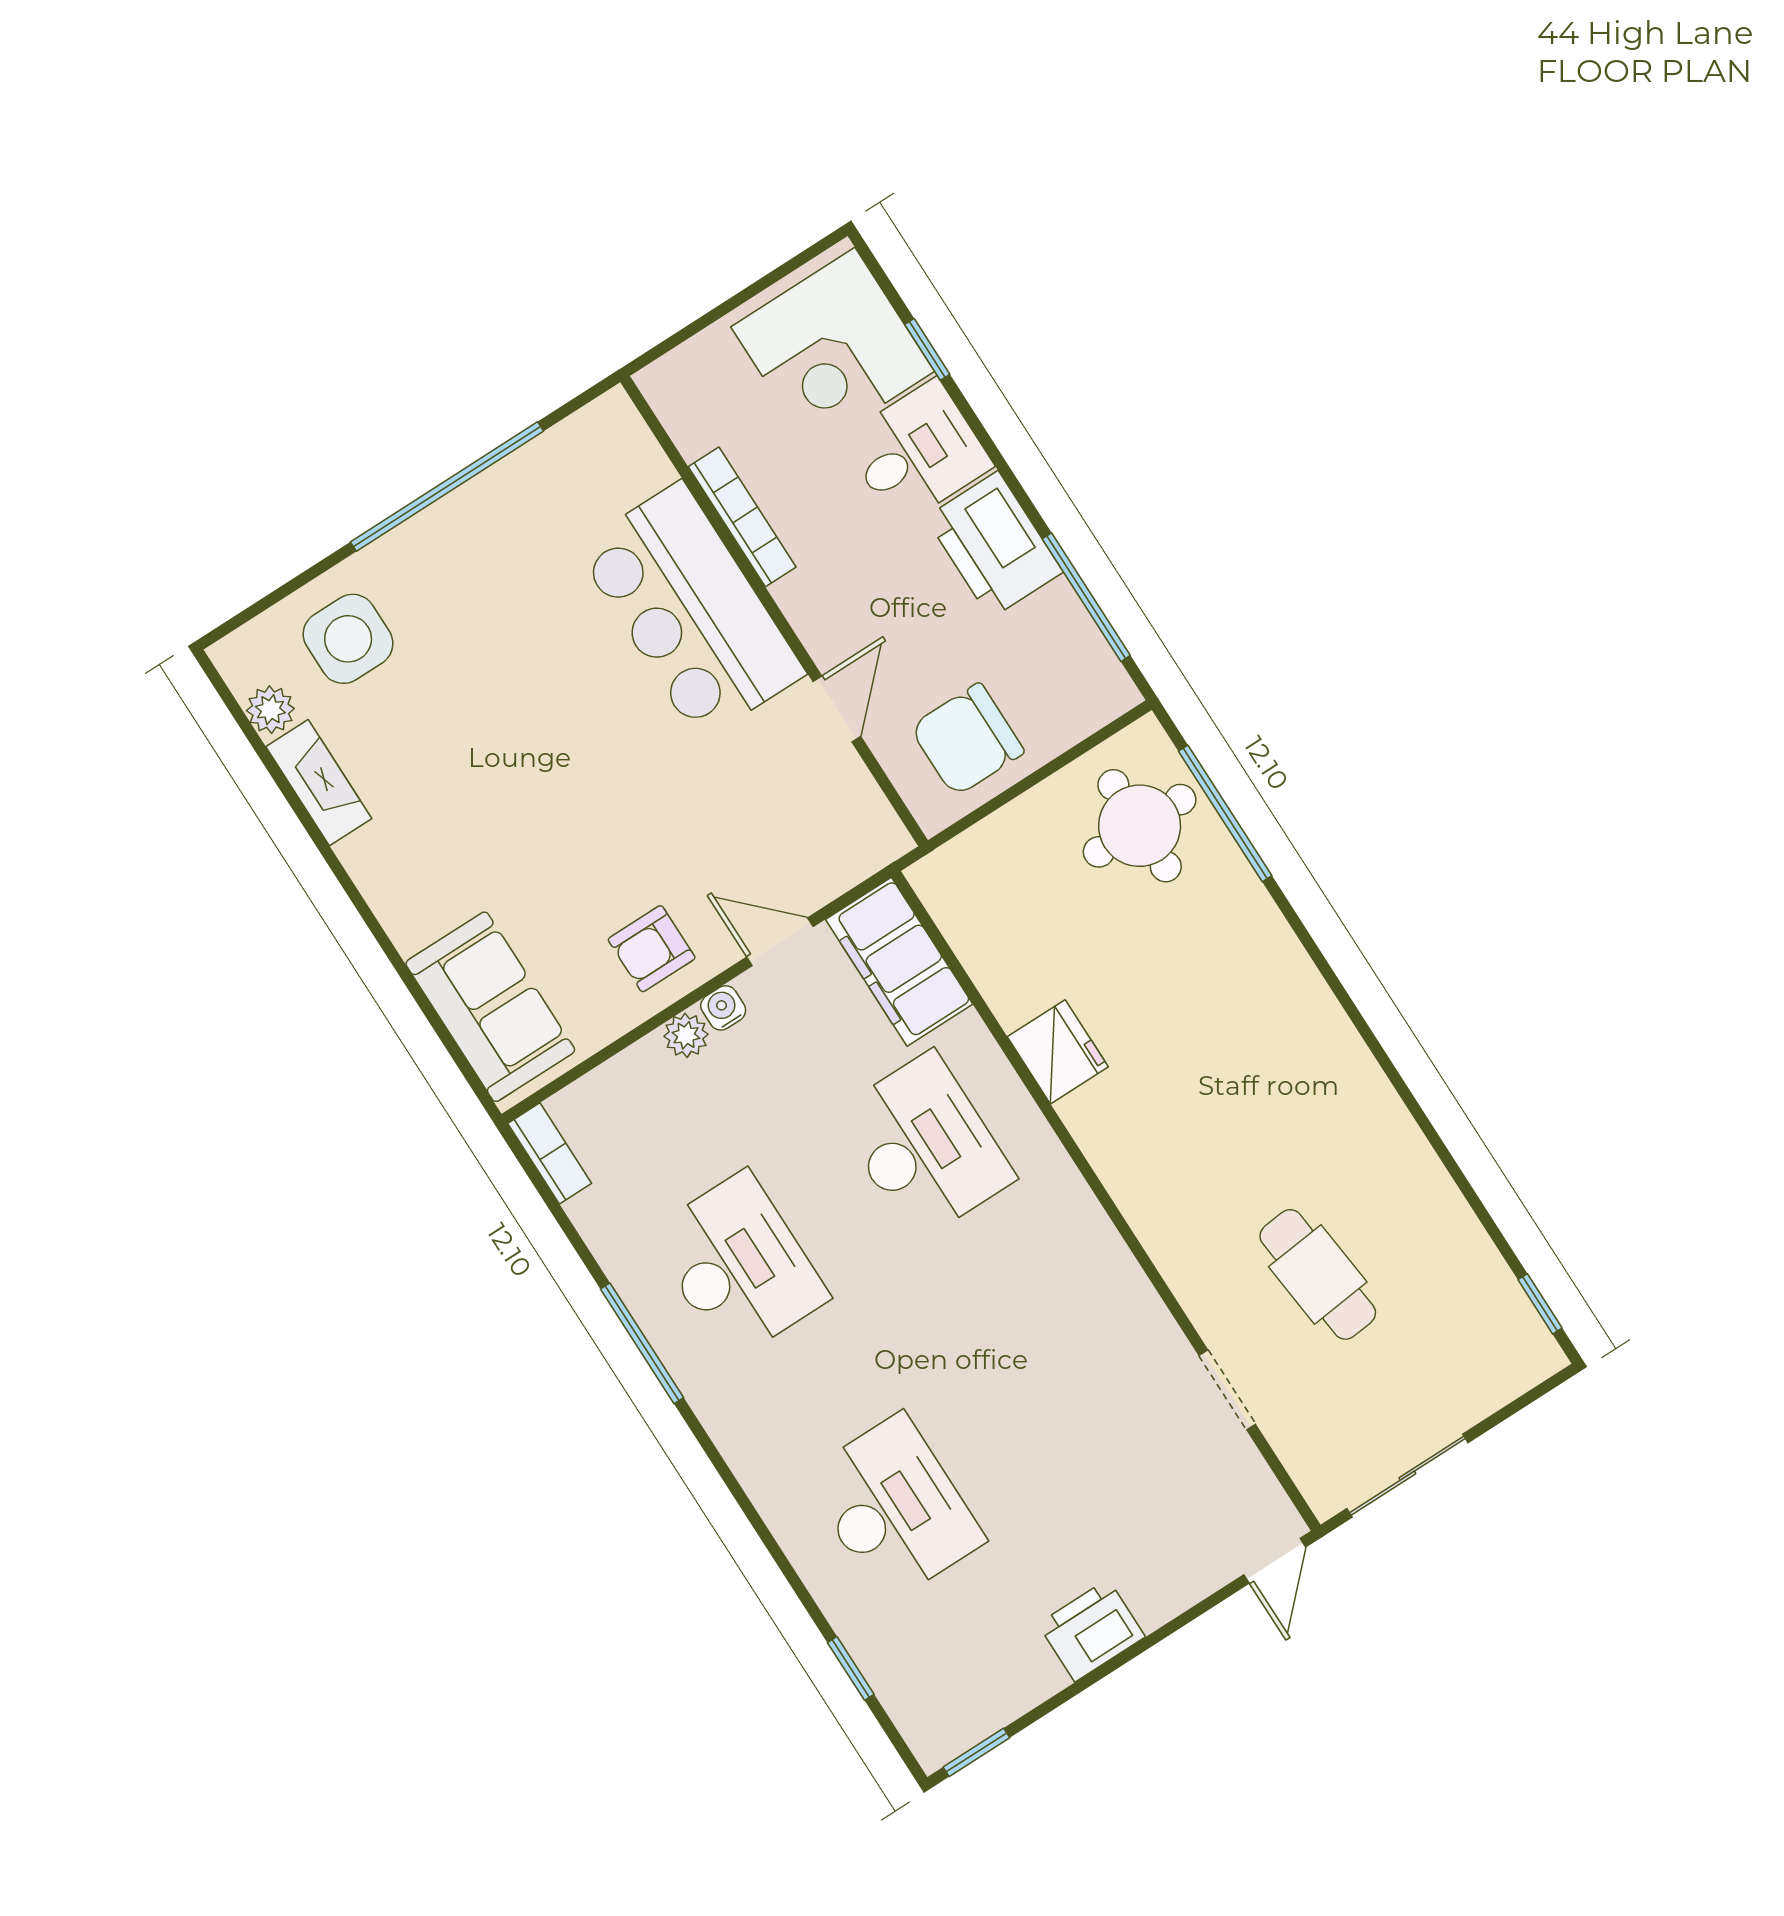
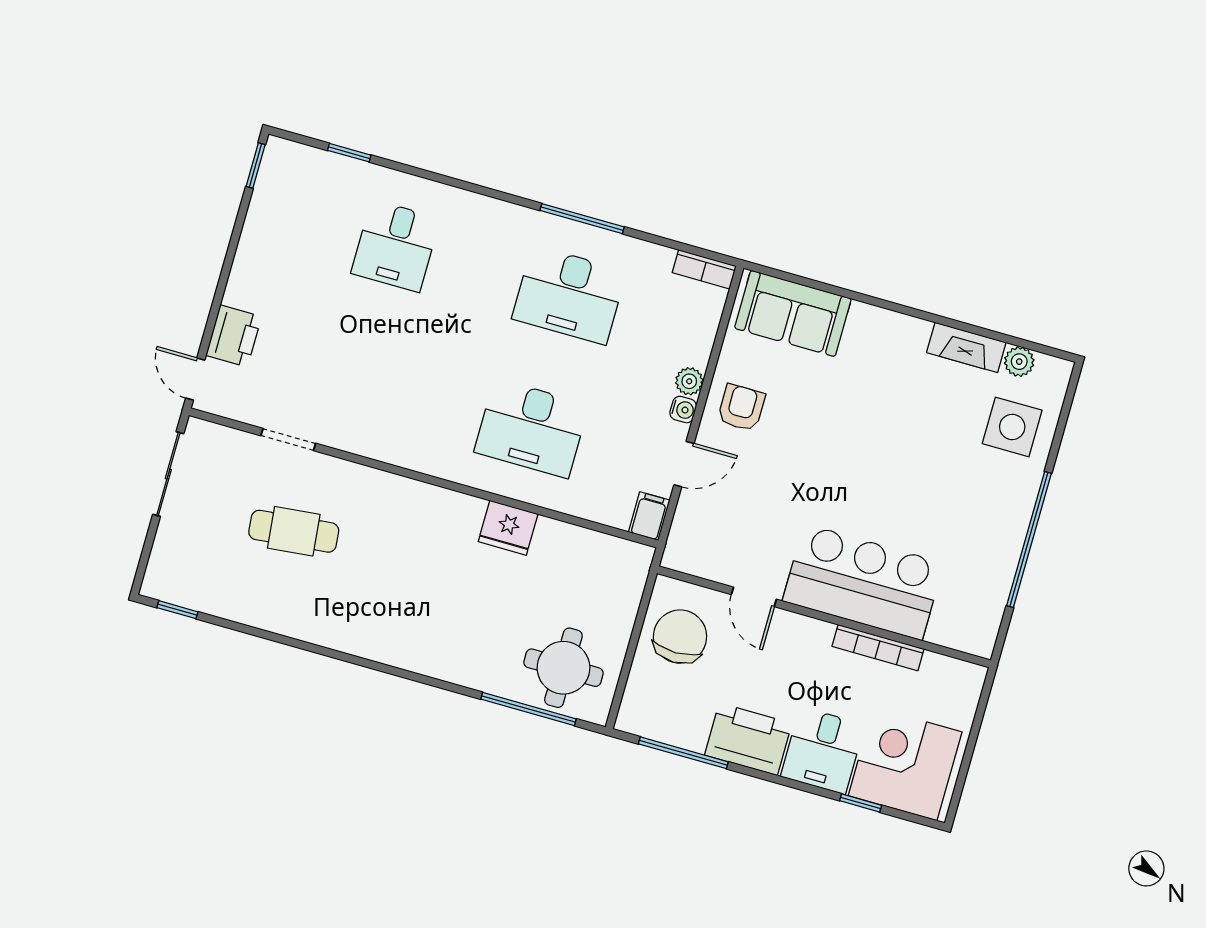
filing cabinet: (899, 962) -> (649, 516), width x0.33, depth x0.86
desk: (894, 1508) -> (395, 246), width x0.73
printer: (1092, 1630) -> (234, 336), moved

